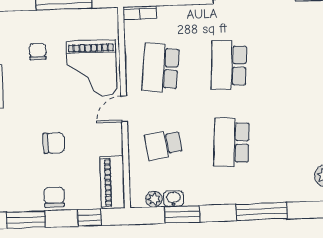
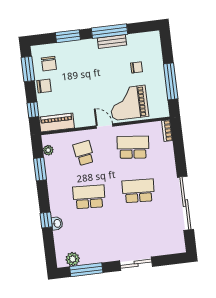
chair: (54, 143) -> (49, 64), moved
washbasin: (173, 199) -> (57, 223), moved
window: (262, 212) -> (46, 220), width x0.46

